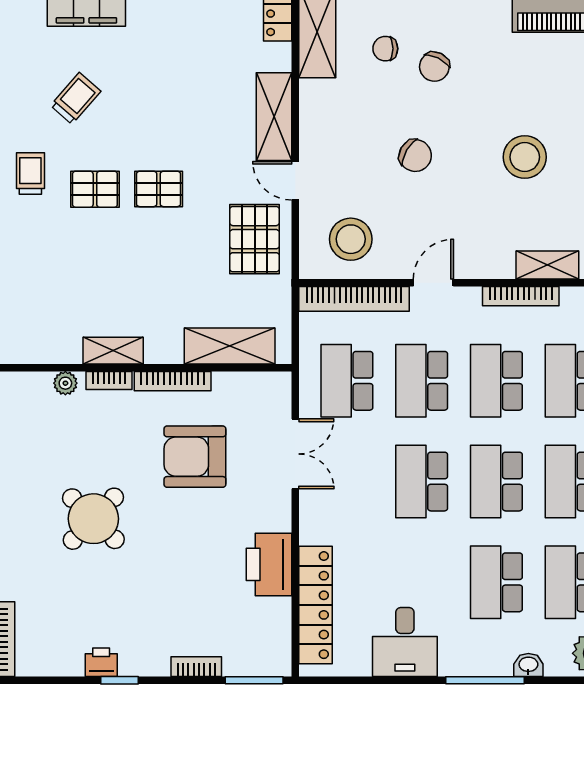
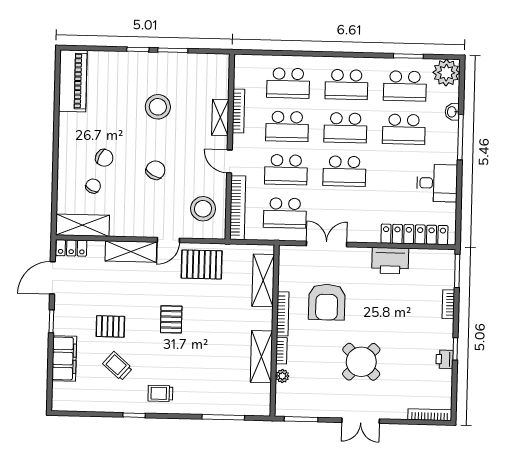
chair: (385, 49) -> (93, 186), turned -153
pallet: (95, 189) -> (110, 326), moved, turned 90
shelving: (547, 265) -> (220, 117), moved
shelving: (113, 351) -> (261, 357), width x1.50, depth x1.33

